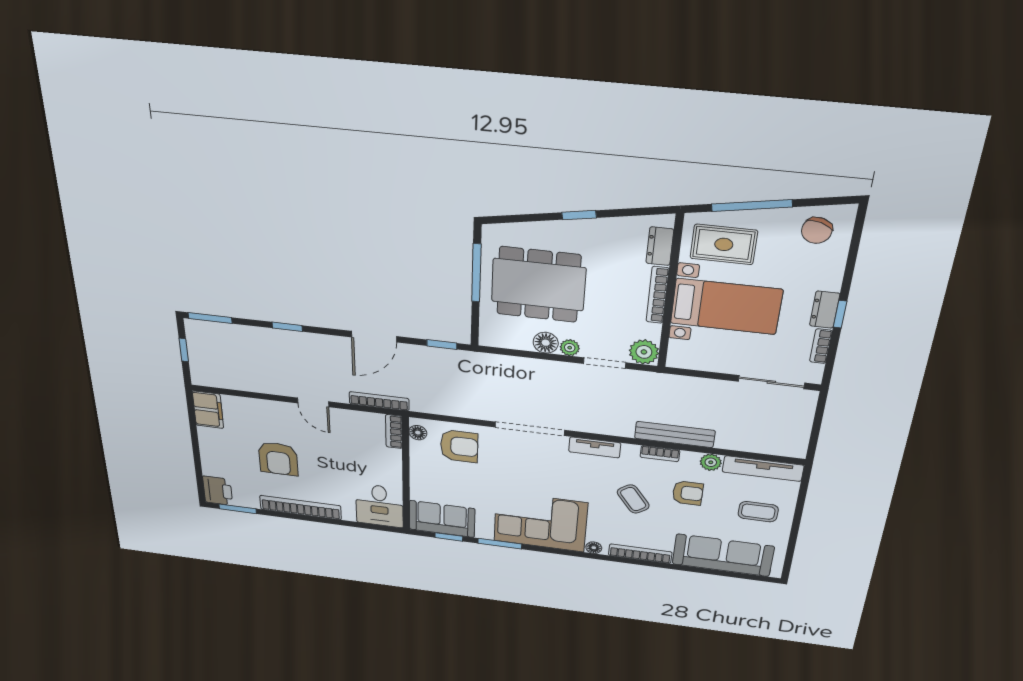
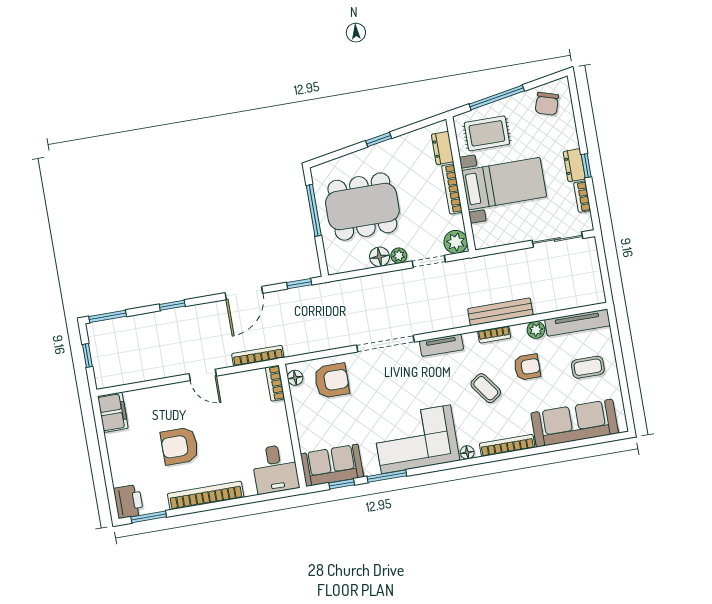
armchair: (278, 459) -> (180, 446), turned 90

